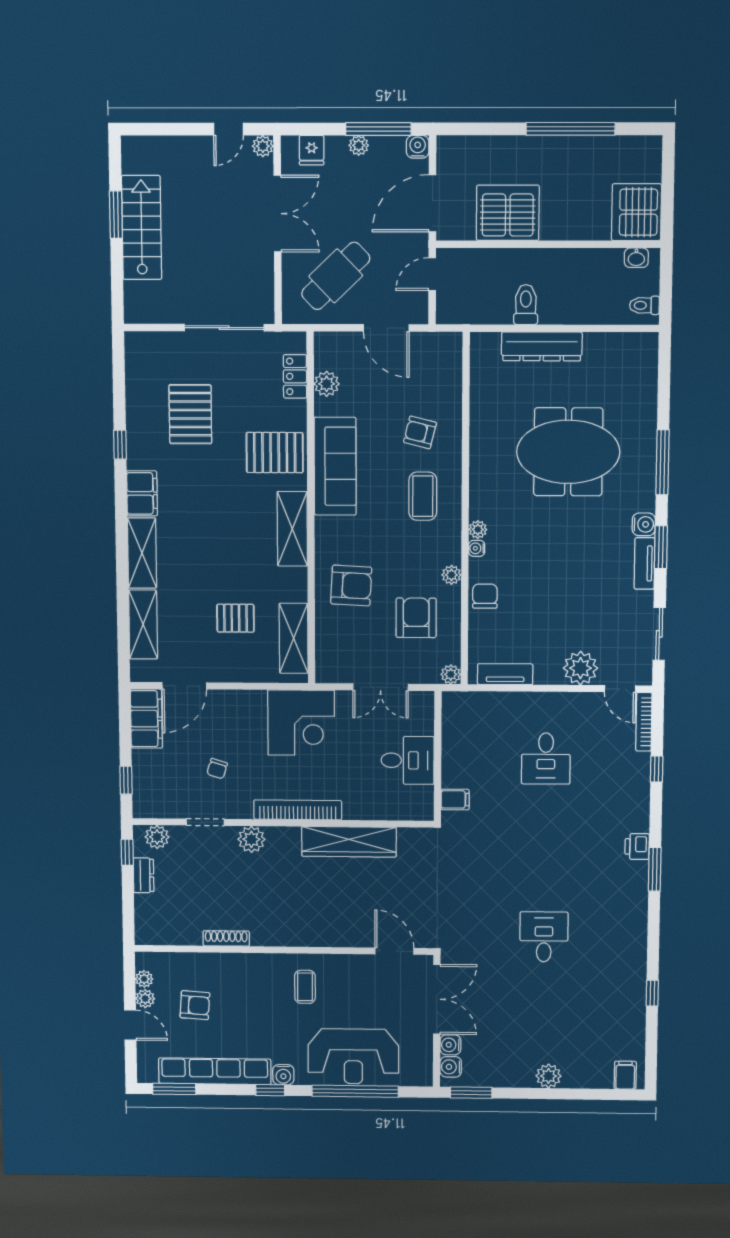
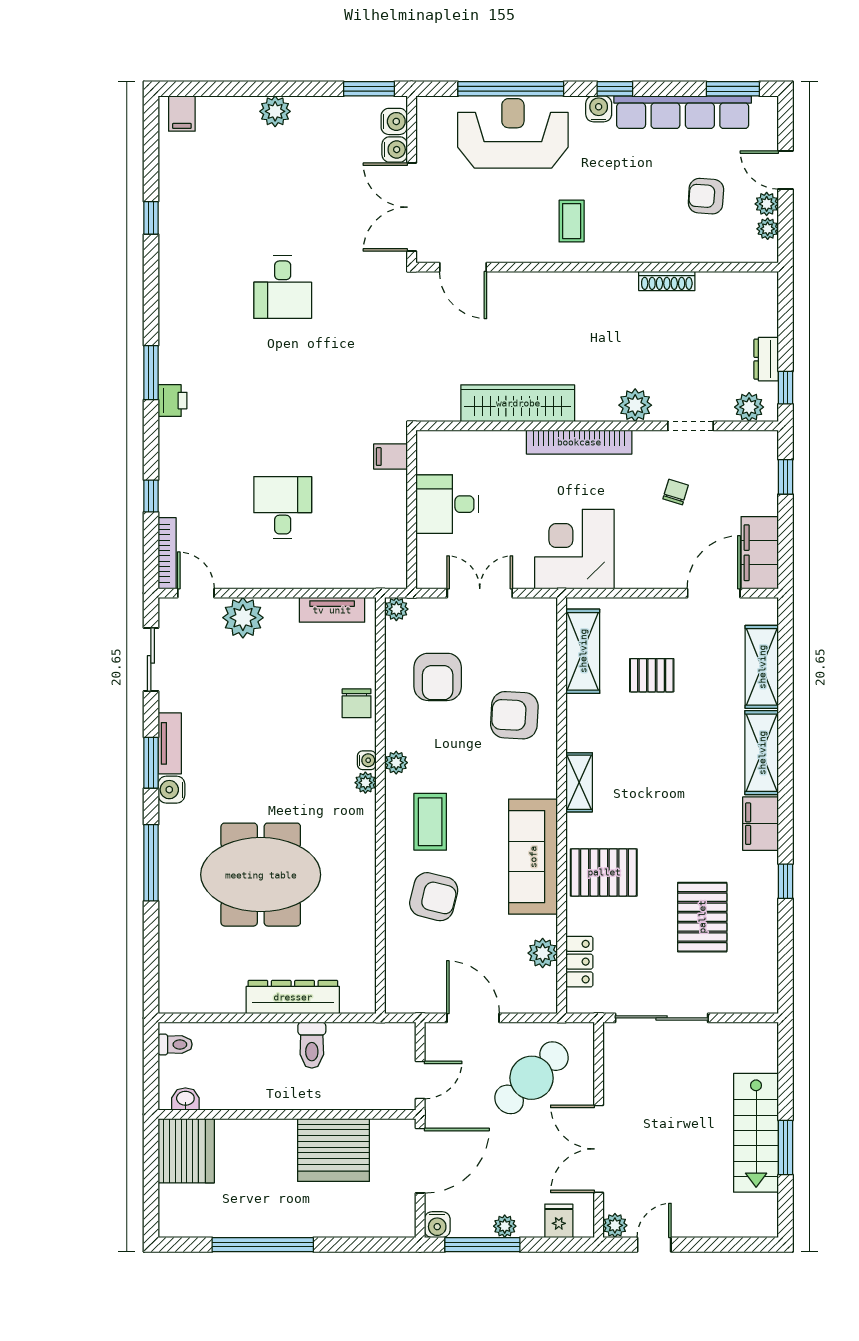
armchair: (420, 432) -> (434, 897), width x1.38, depth x1.38
shelving: (292, 529) -> (579, 782), width x0.67, depth x0.75
plant: (451, 575) -> (396, 763), moved

